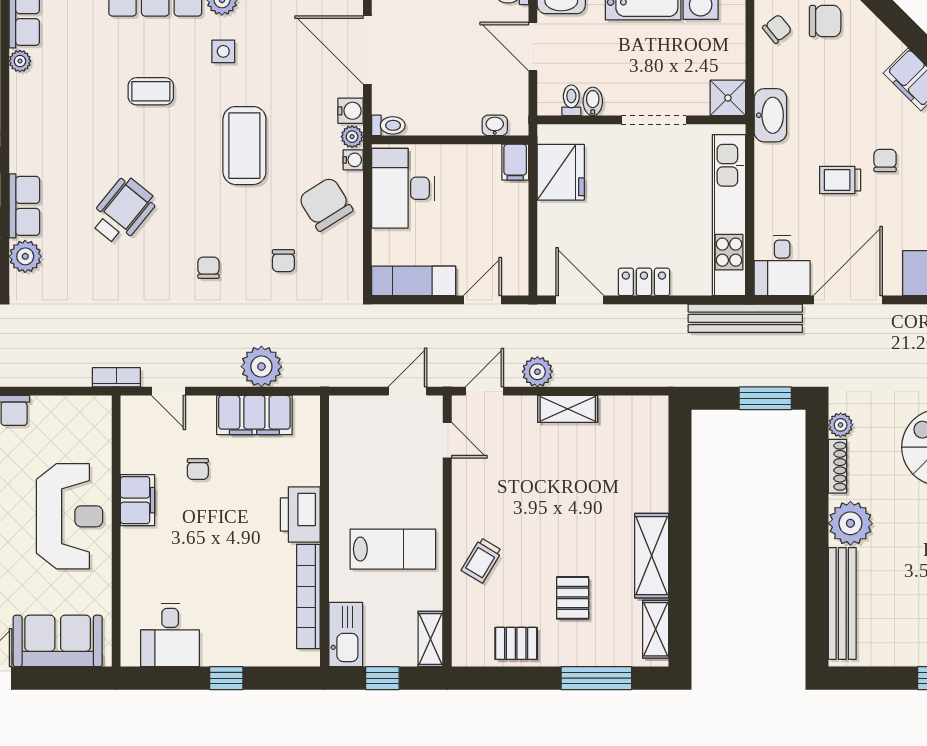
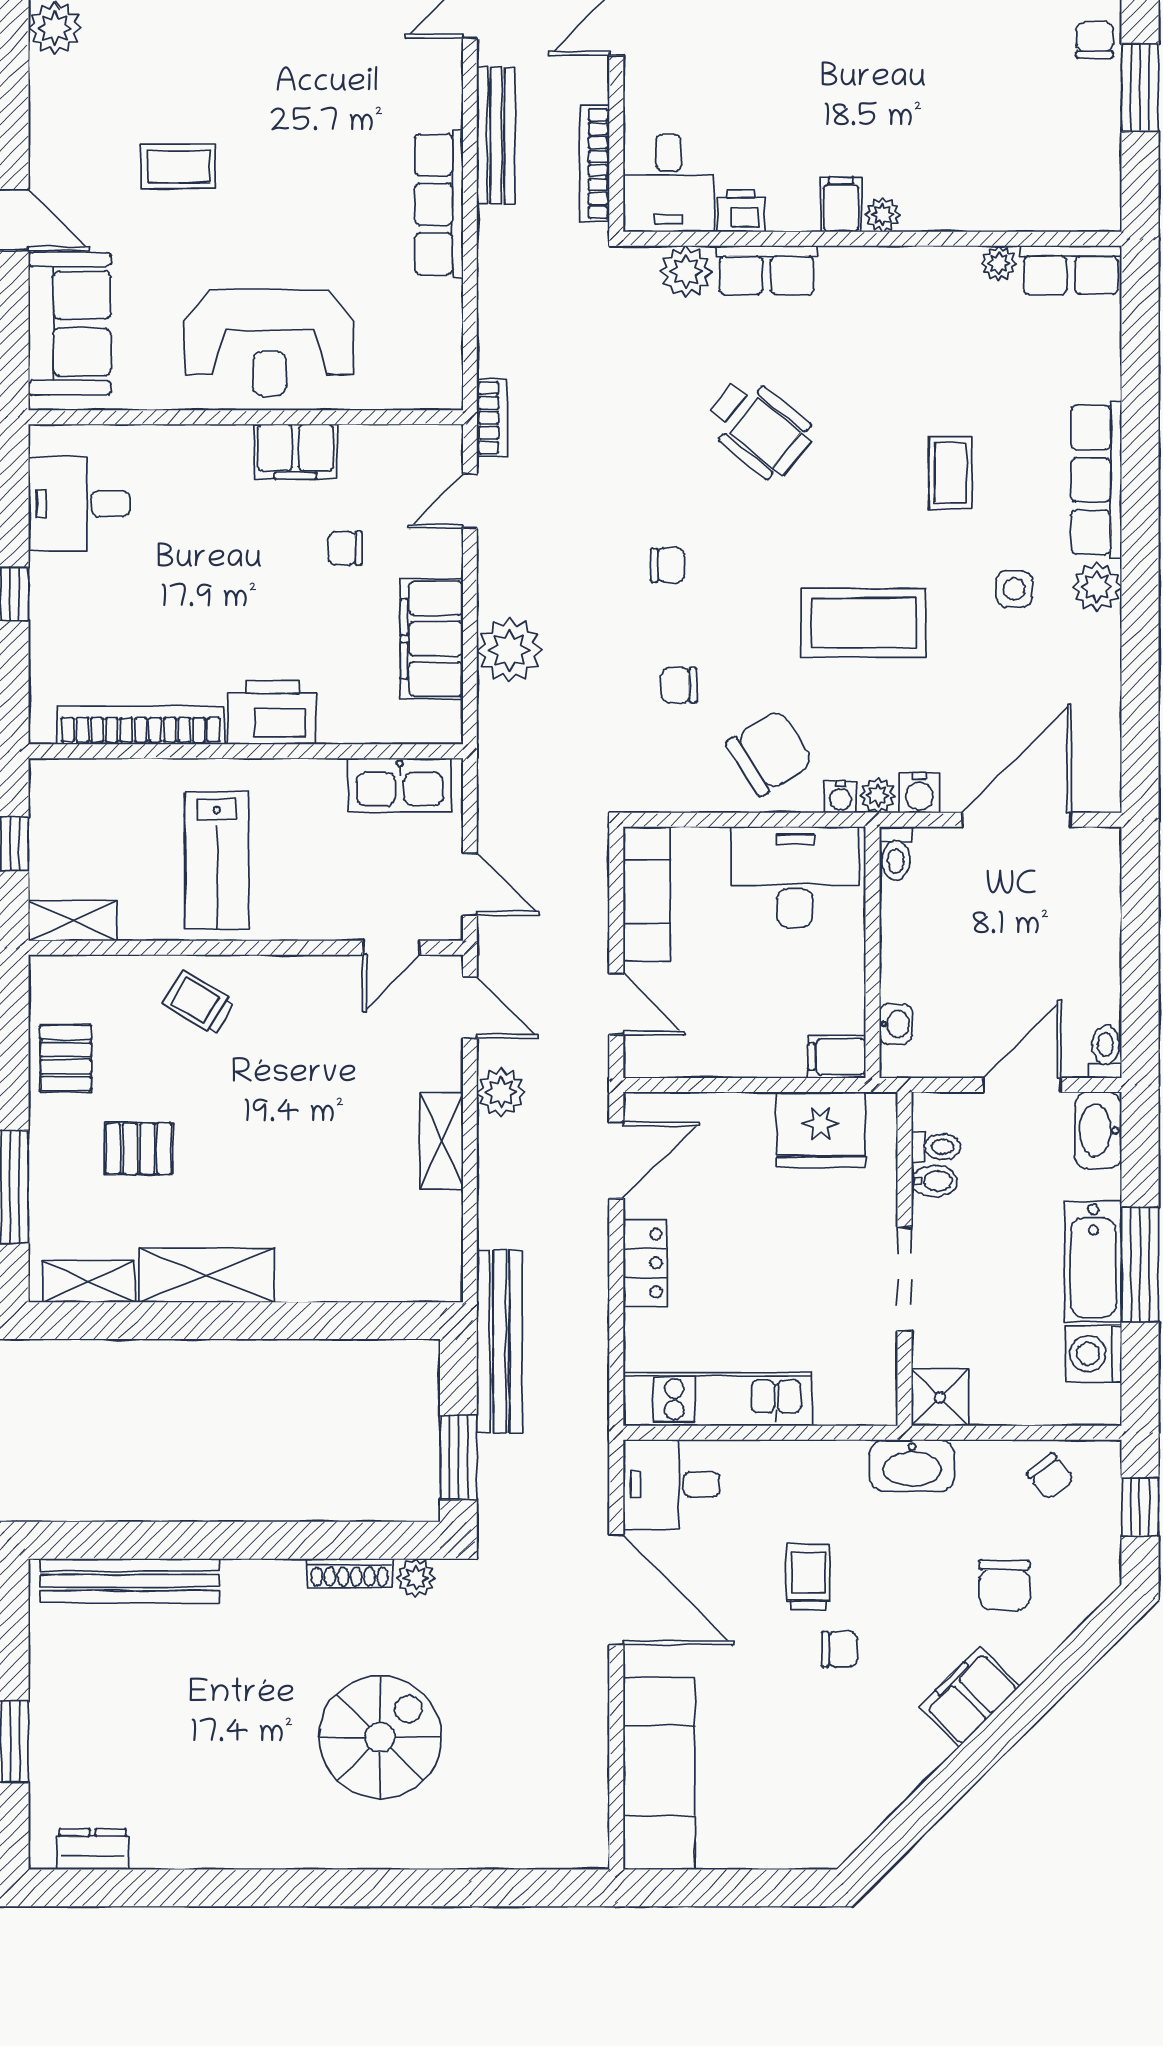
chair: (825, 21) -> (1005, 1585), moved
kitchen unit: (729, 215) -> (718, 1399), width x0.73
bench: (745, 318) -> (499, 1342), moved
plant: (850, 523) -> (258, 1594), removed
kitchen sink: (346, 635) -> (400, 785), moved

